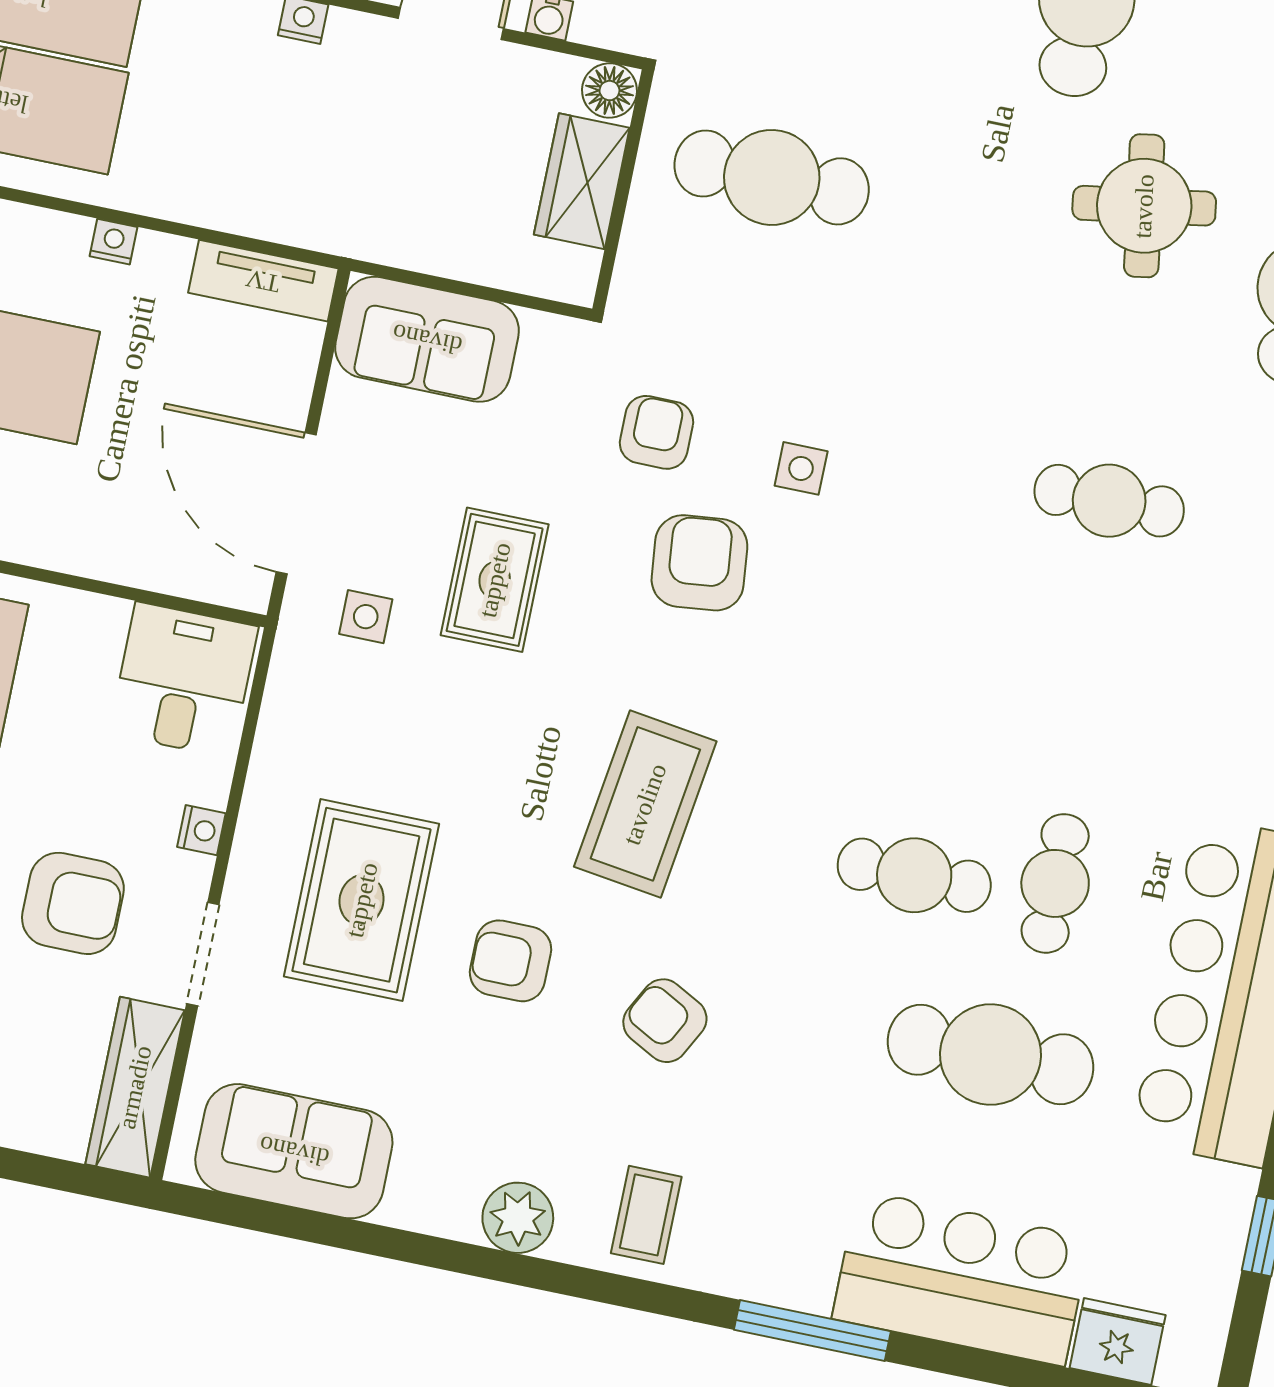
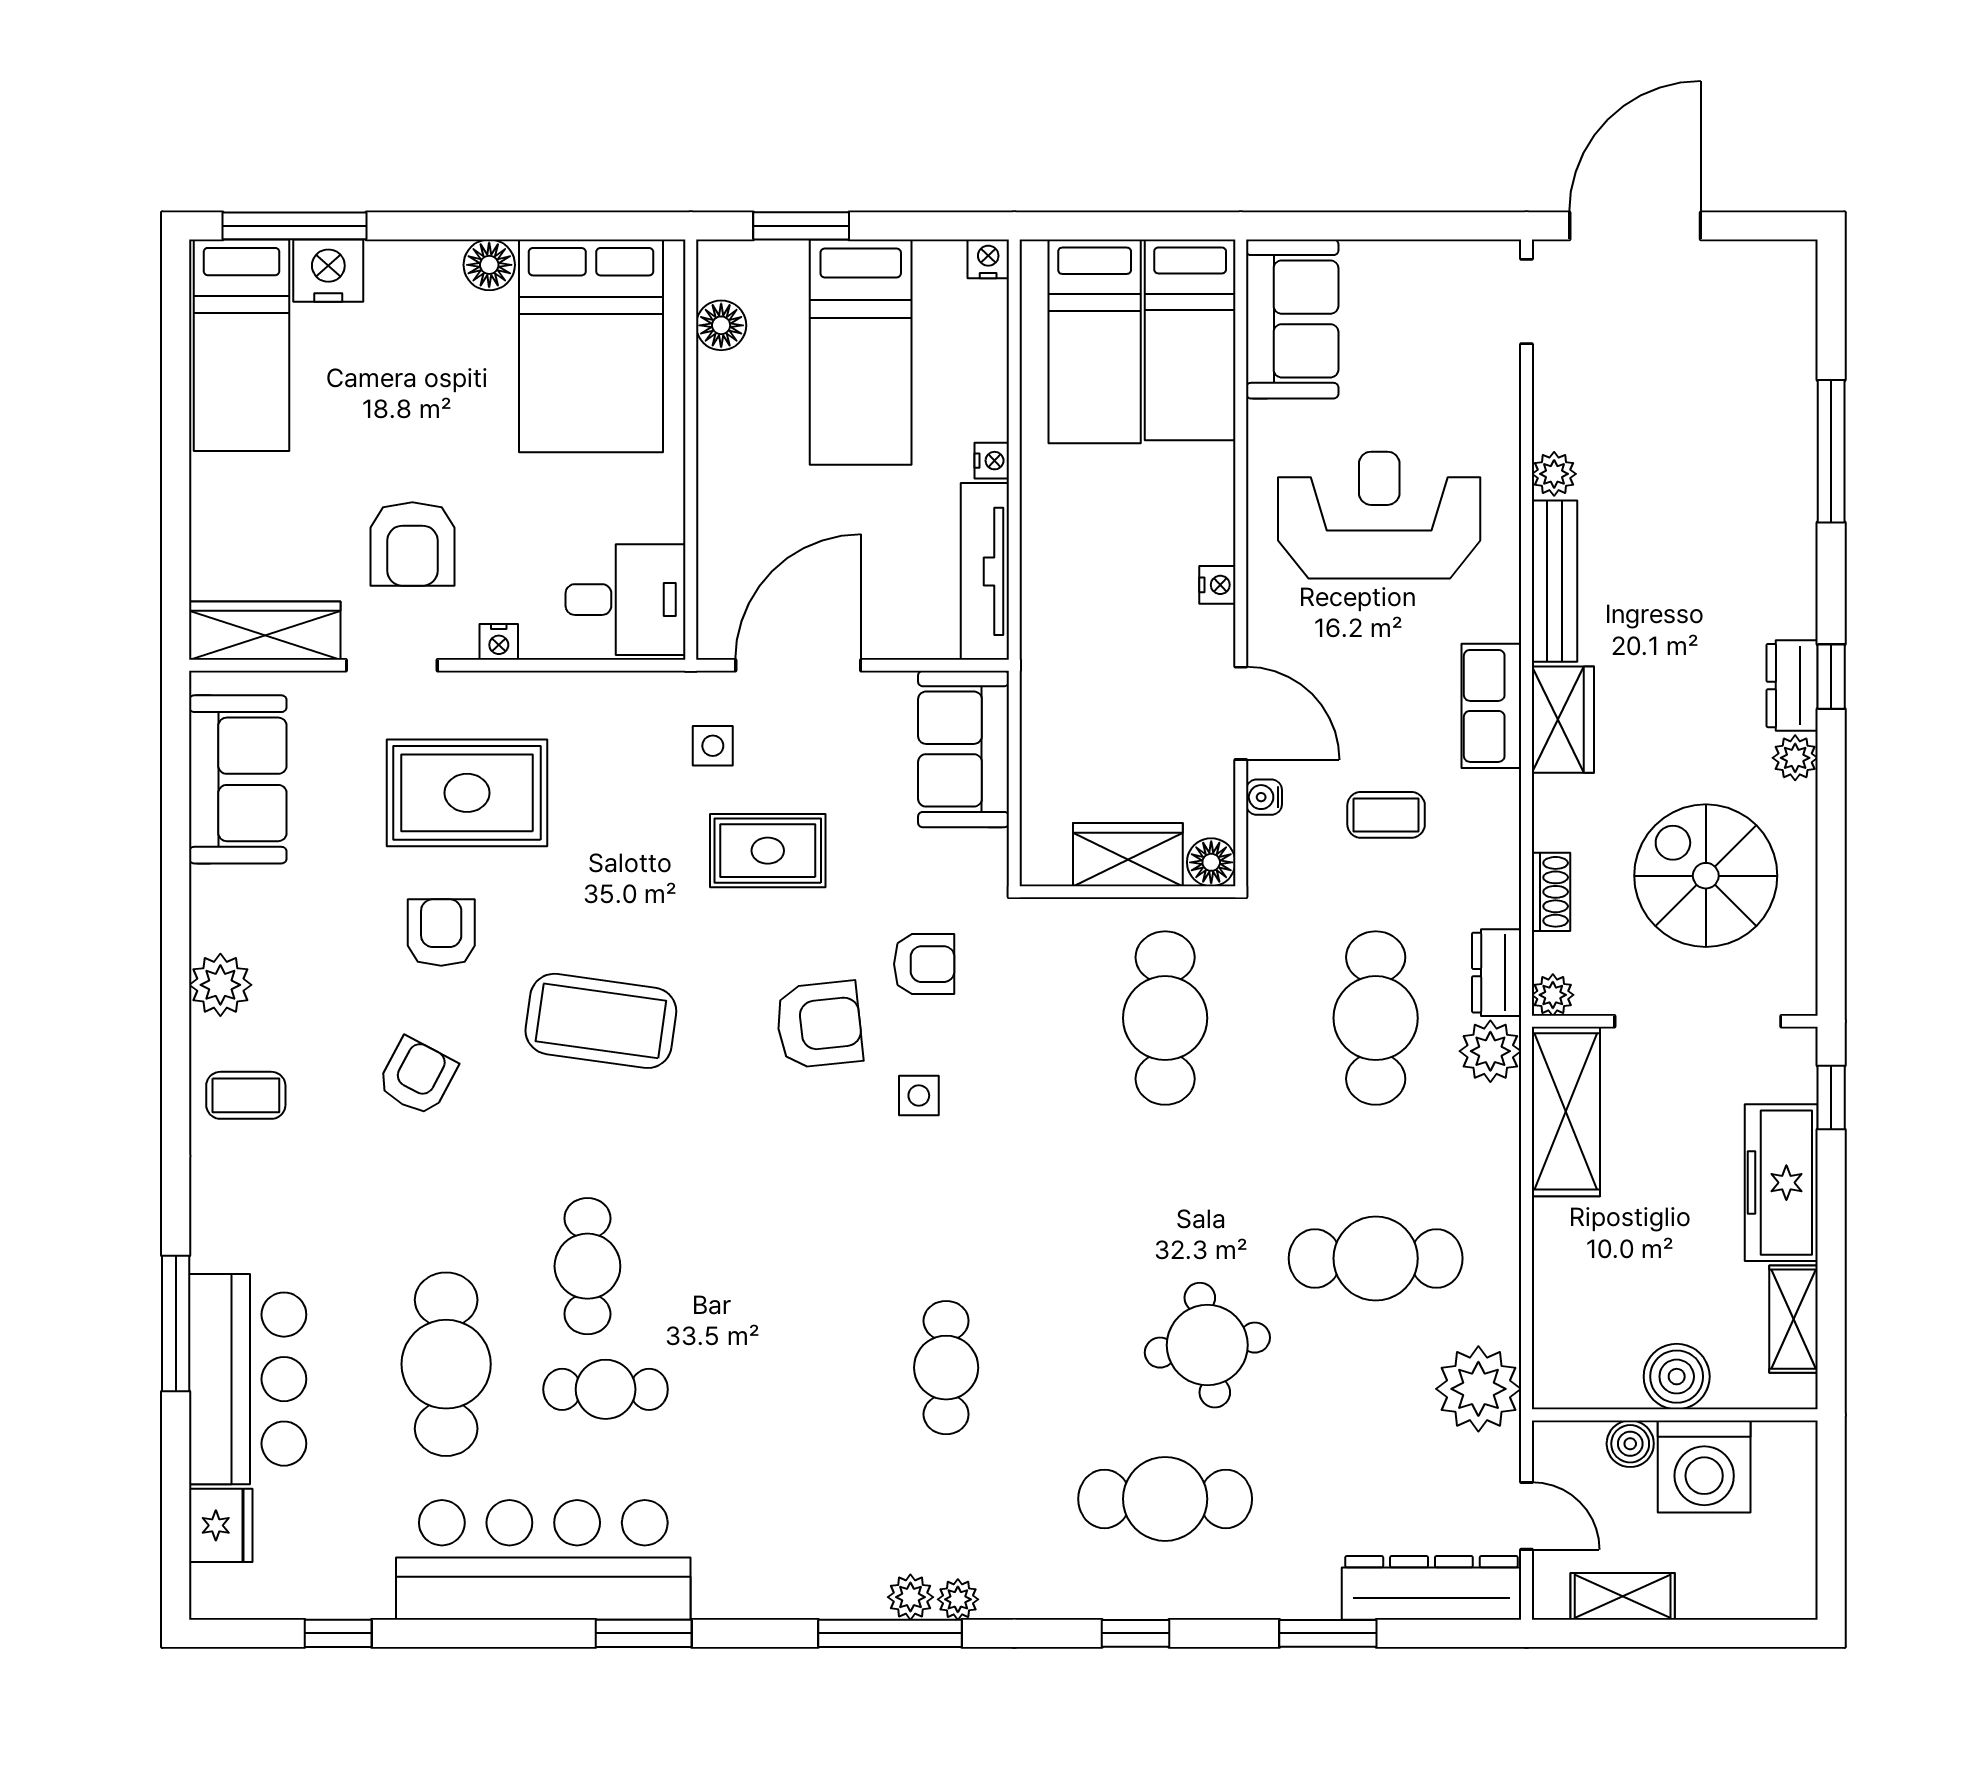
tv unit: (263, 281) -> (985, 571), width x1.41
window: (812, 1330) -> (176, 1323), moved

